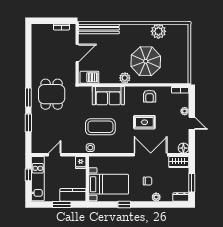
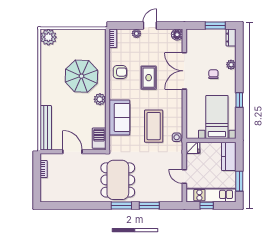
plant: (158, 31) -> (48, 37), moved
dining table: (52, 94) -> (118, 180), width x1.37
wardrobe: (179, 162) -> (192, 40), removed
window: (62, 205) -> (239, 181), moved

